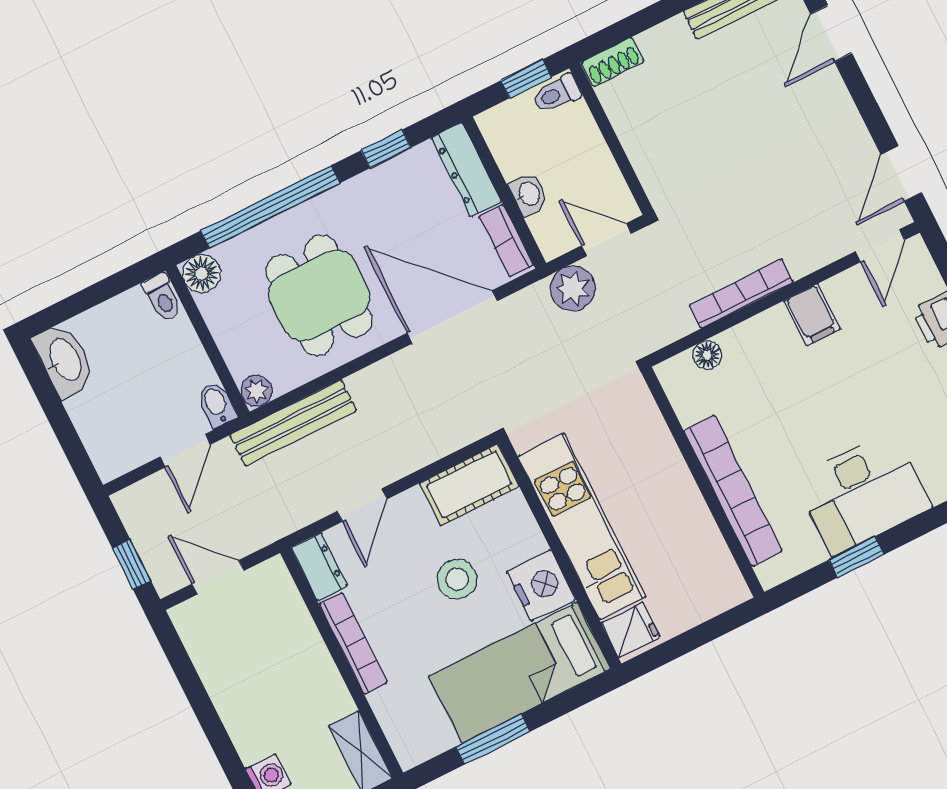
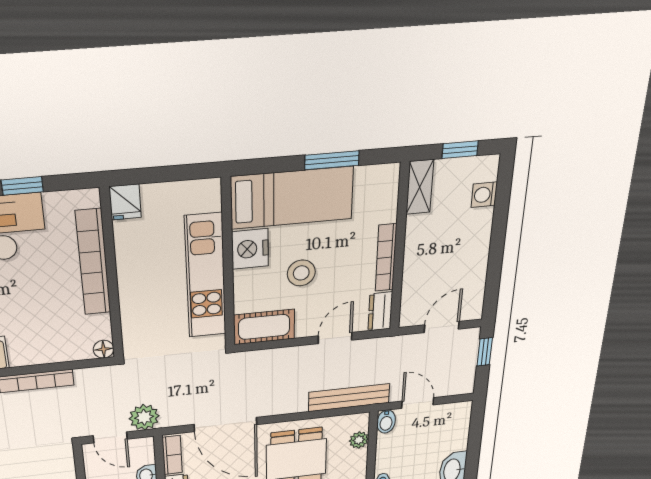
floor lamp: (707, 355) -> (104, 349), moved
plant: (256, 391) -> (359, 440), moved
door: (185, 451) -> (418, 403), hinge flipped
door: (218, 577) -> (442, 327), swing flipped
fridge: (631, 630) -> (125, 202), moved, turned -90

